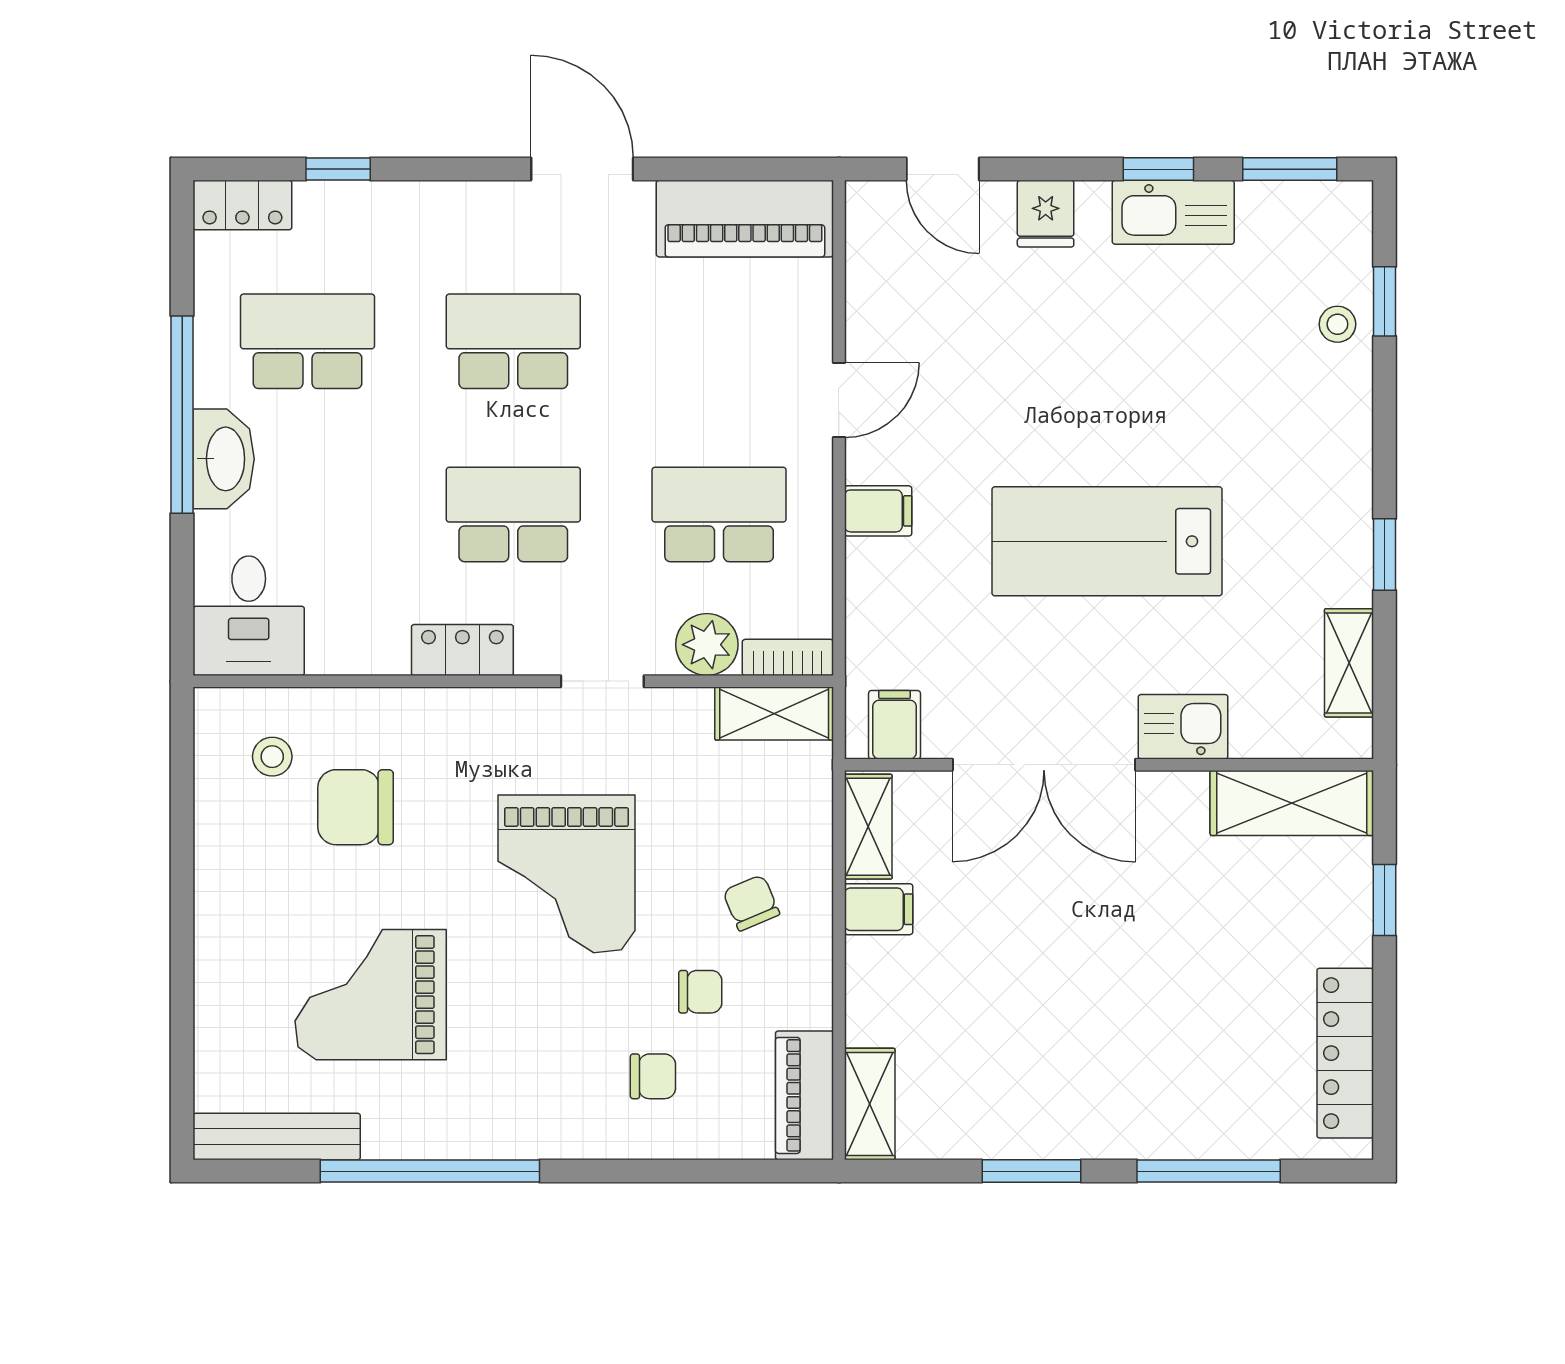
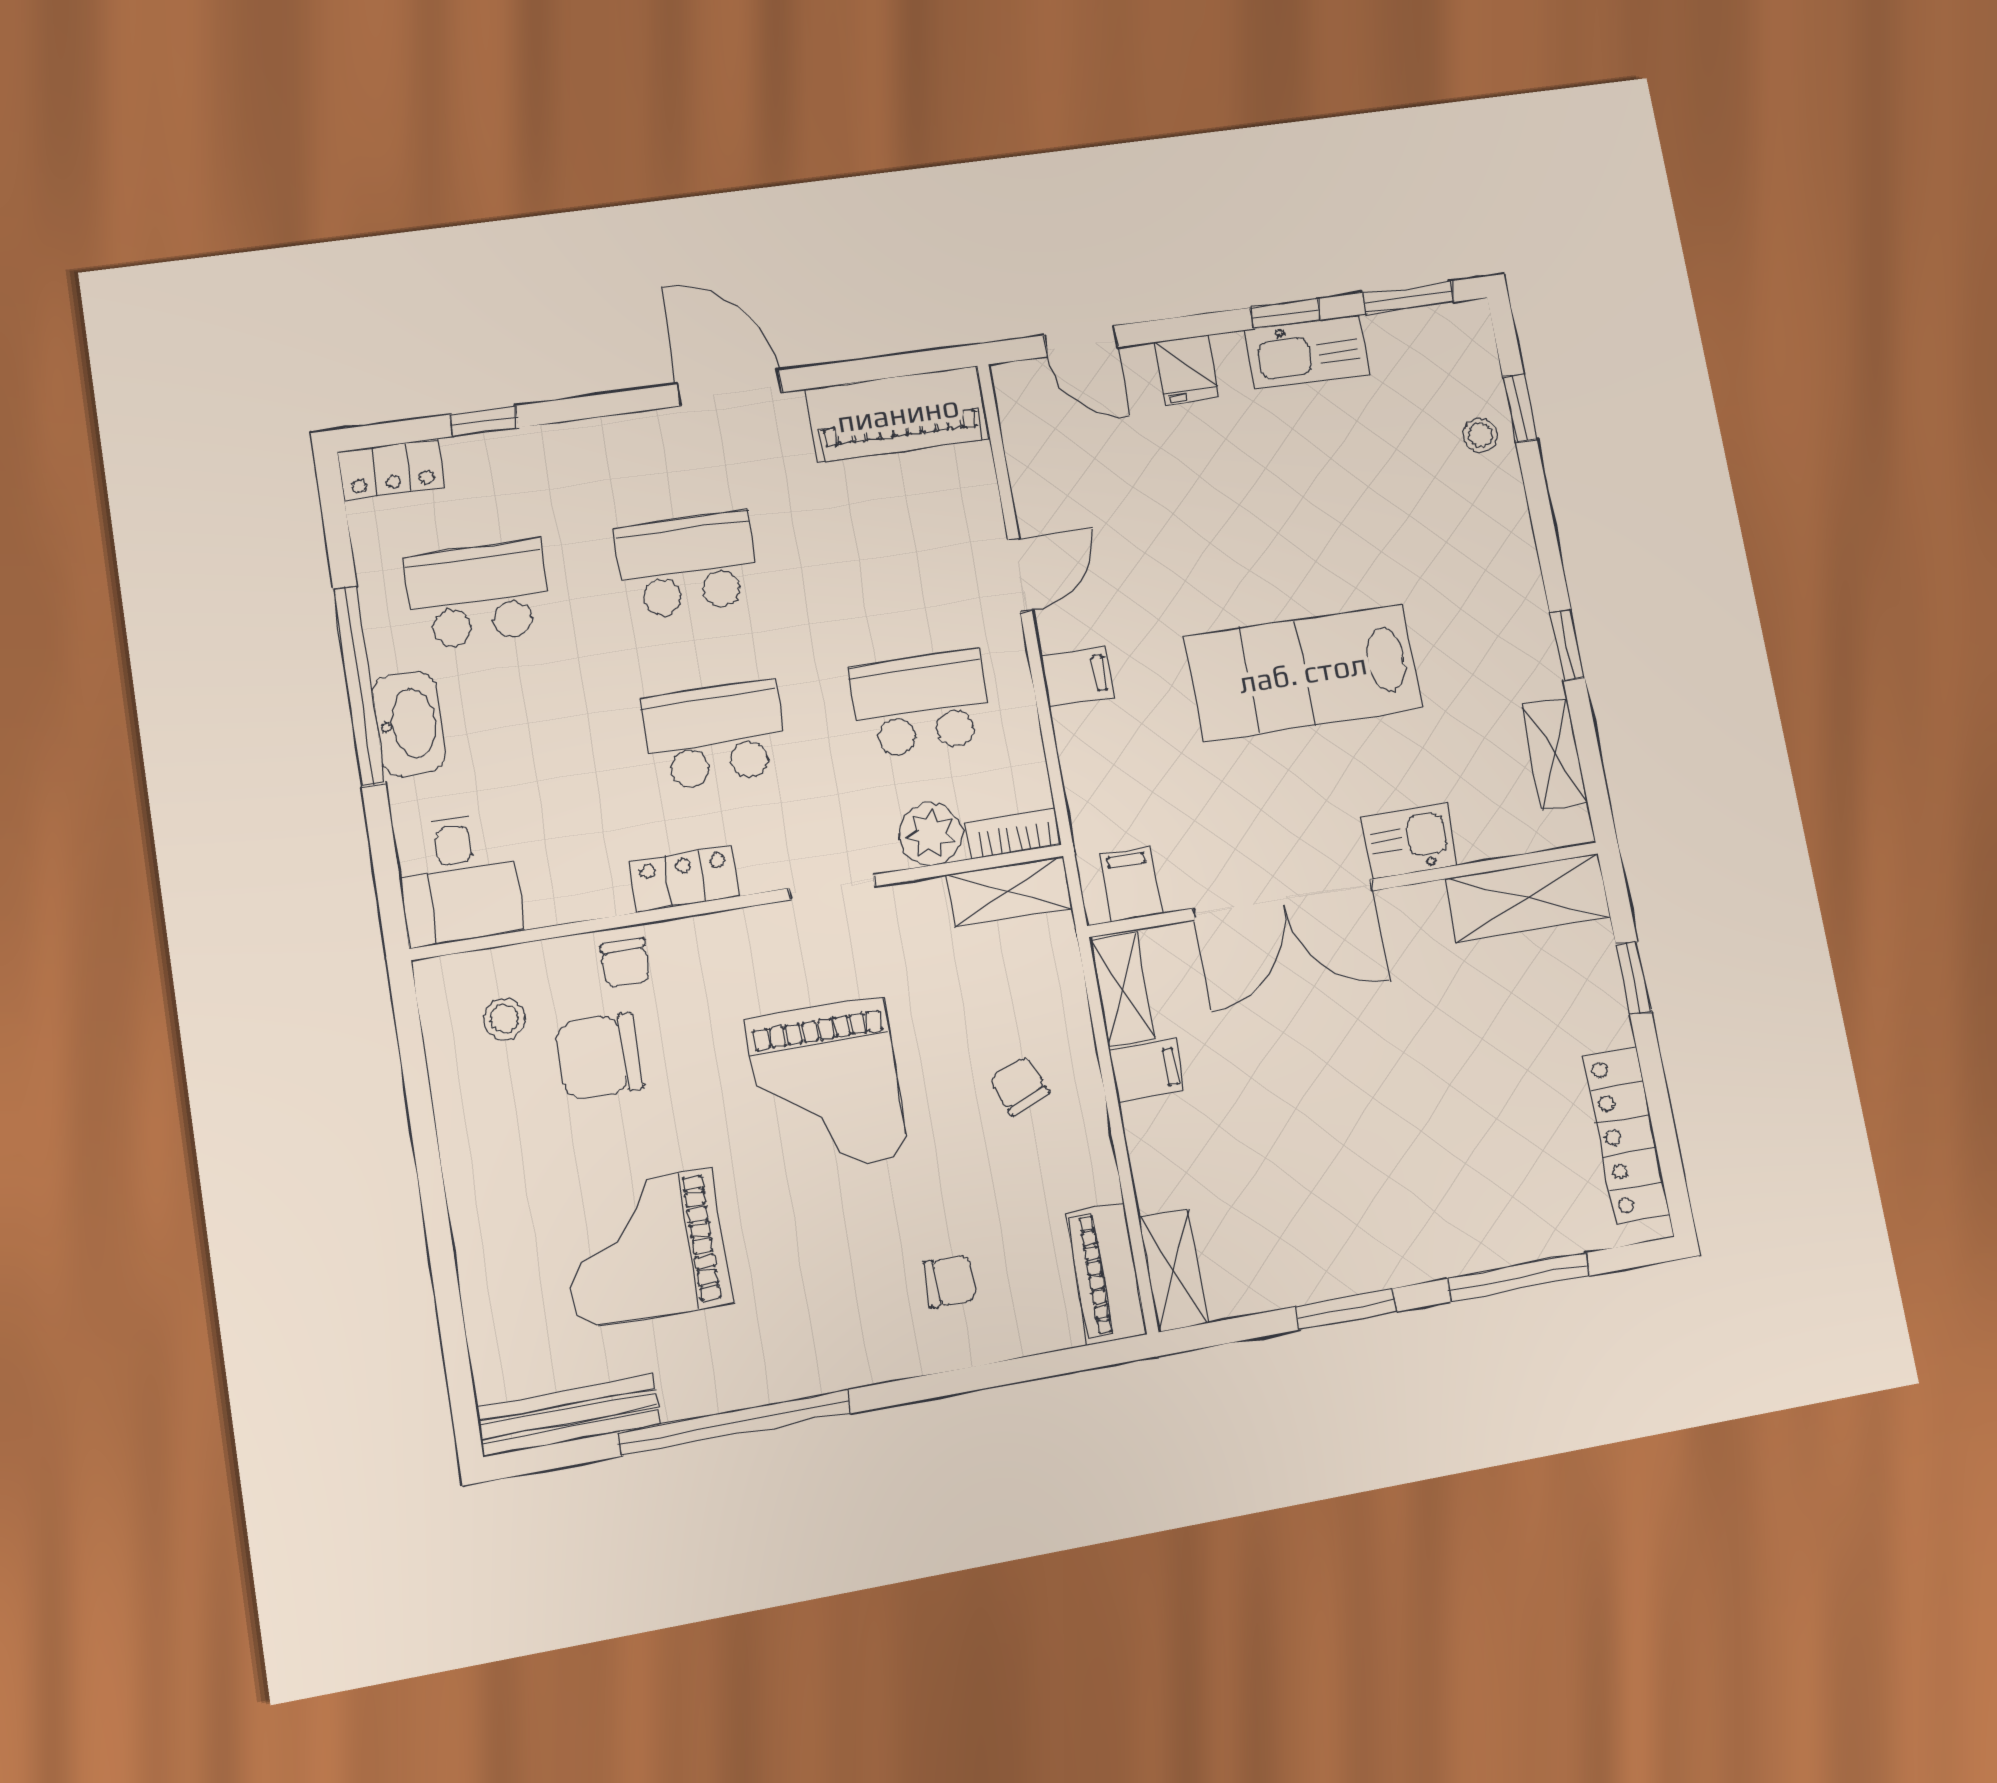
chair: (700, 992) -> (625, 963), moved, turned 90

